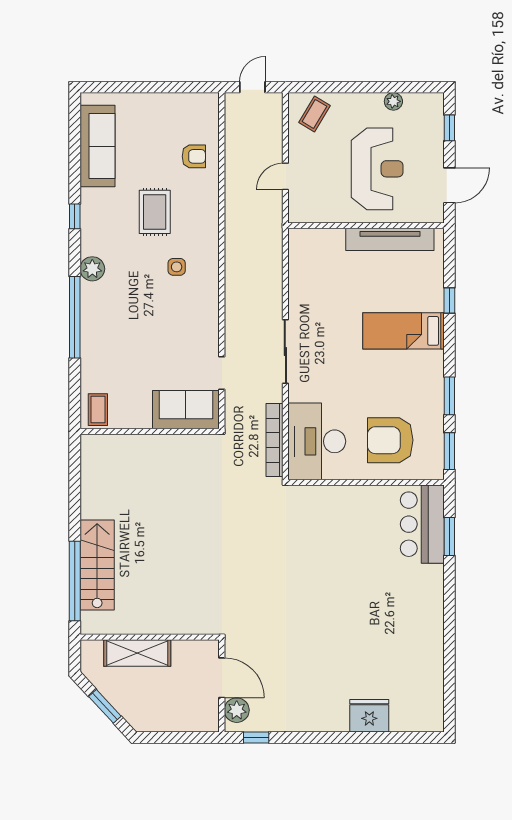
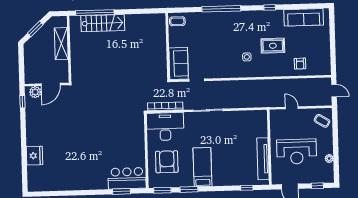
plant: (92, 269) -> (245, 17), removed
window: (449, 301) -> (247, 188), moved
bed: (403, 331) -> (202, 167), moved

